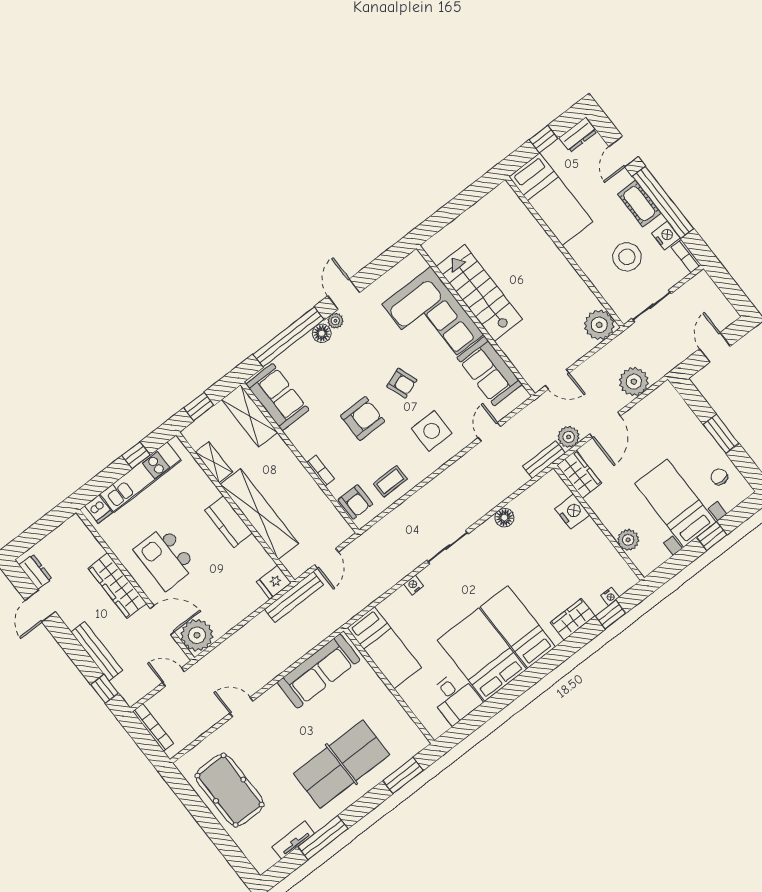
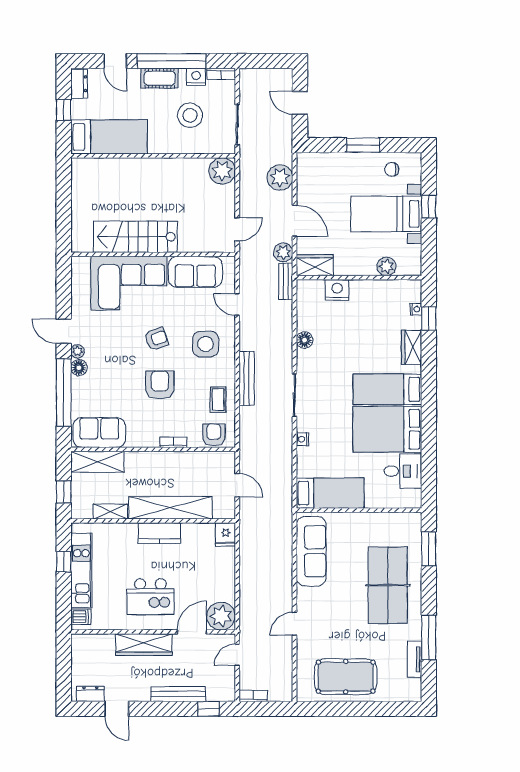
armchair: (355, 502) -> (214, 435), turned -90
bench: (294, 597) -> (247, 378), moved
bookcase: (153, 727) -> (253, 696), width x0.64

